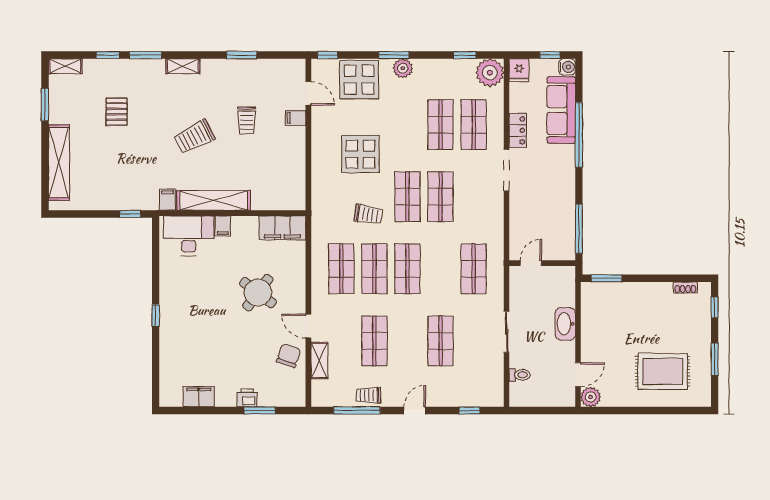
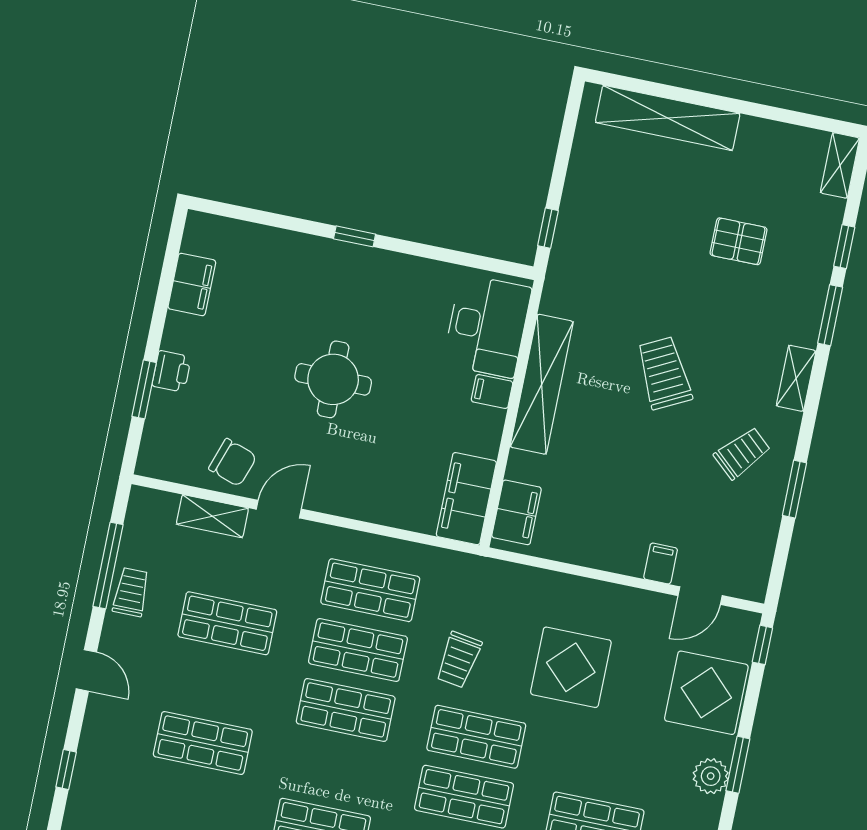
window: (45, 105) -> (778, 114), removed
trolley: (247, 120) -> (742, 453), moved, turned 132
filing cabinet: (167, 200) -> (517, 512), moved, width x2.00
round table: (258, 293) -> (333, 379), moved, turned -37

